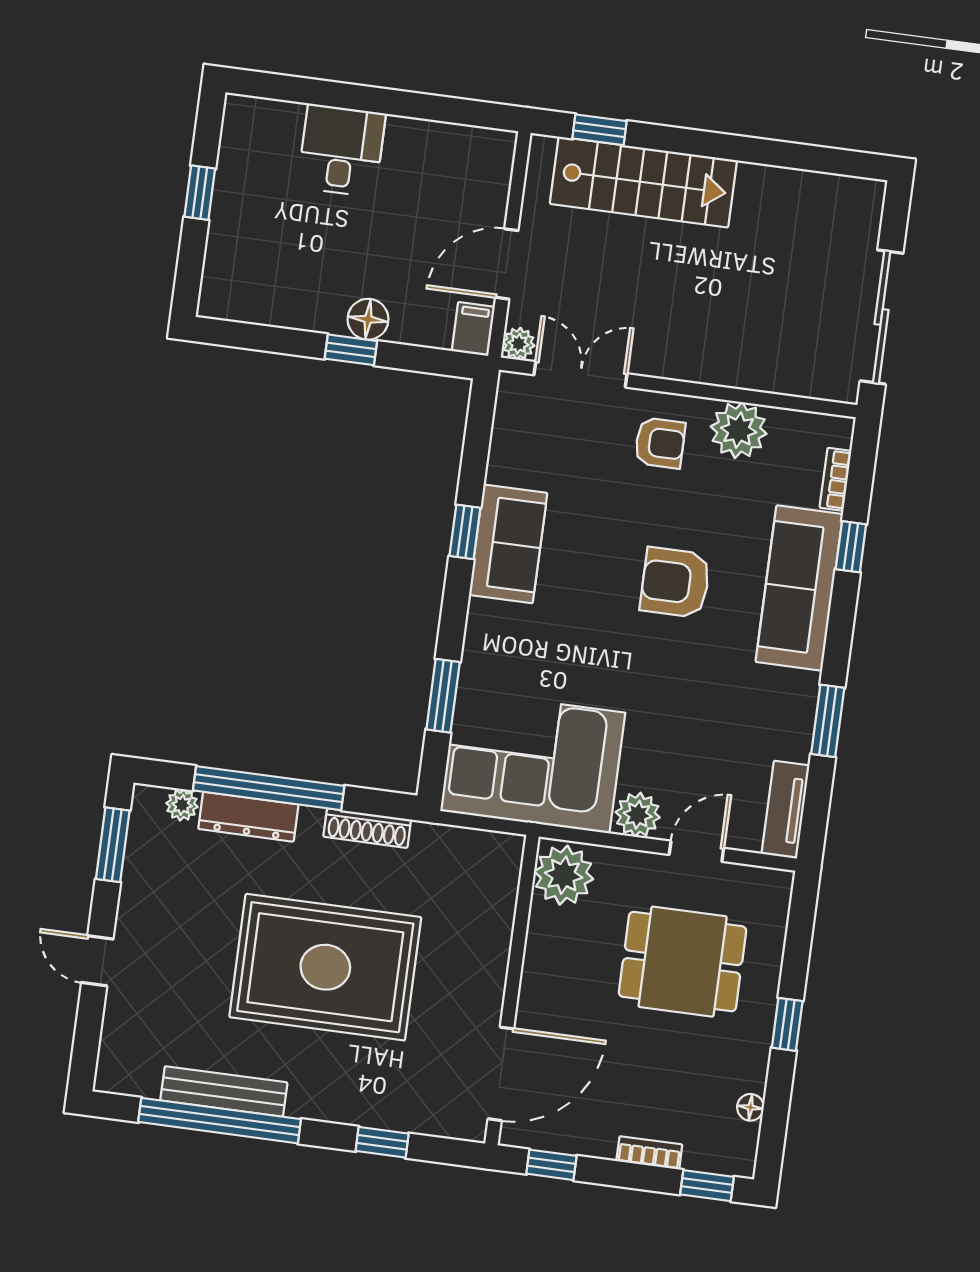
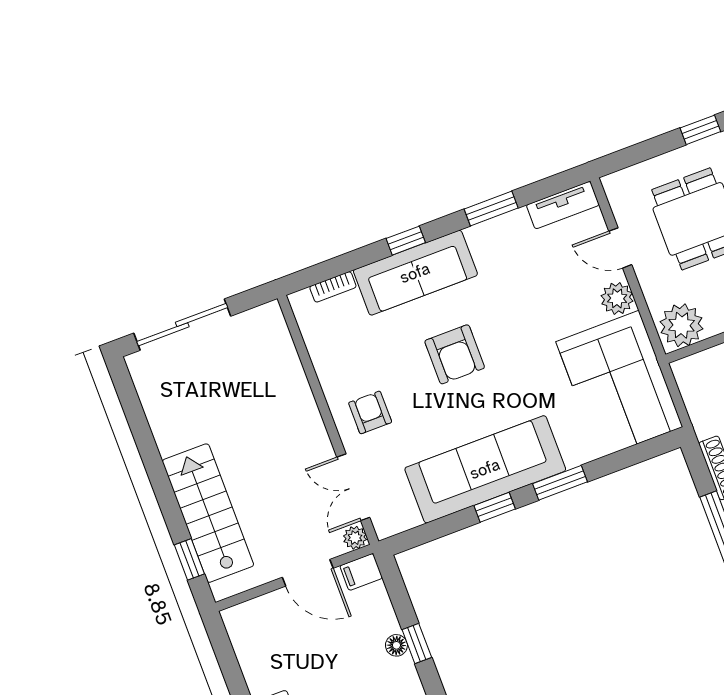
sliding door: (882, 317) -> (182, 325), moved
floor lamp: (368, 319) -> (396, 645), width x0.73, depth x0.73
plant: (739, 430) -> (335, 366), removed
sofa: (508, 544) -> (485, 469), width x1.85, depth x1.27
window: (851, 547) -> (406, 241), moved
window: (443, 696) -> (560, 483), moved

